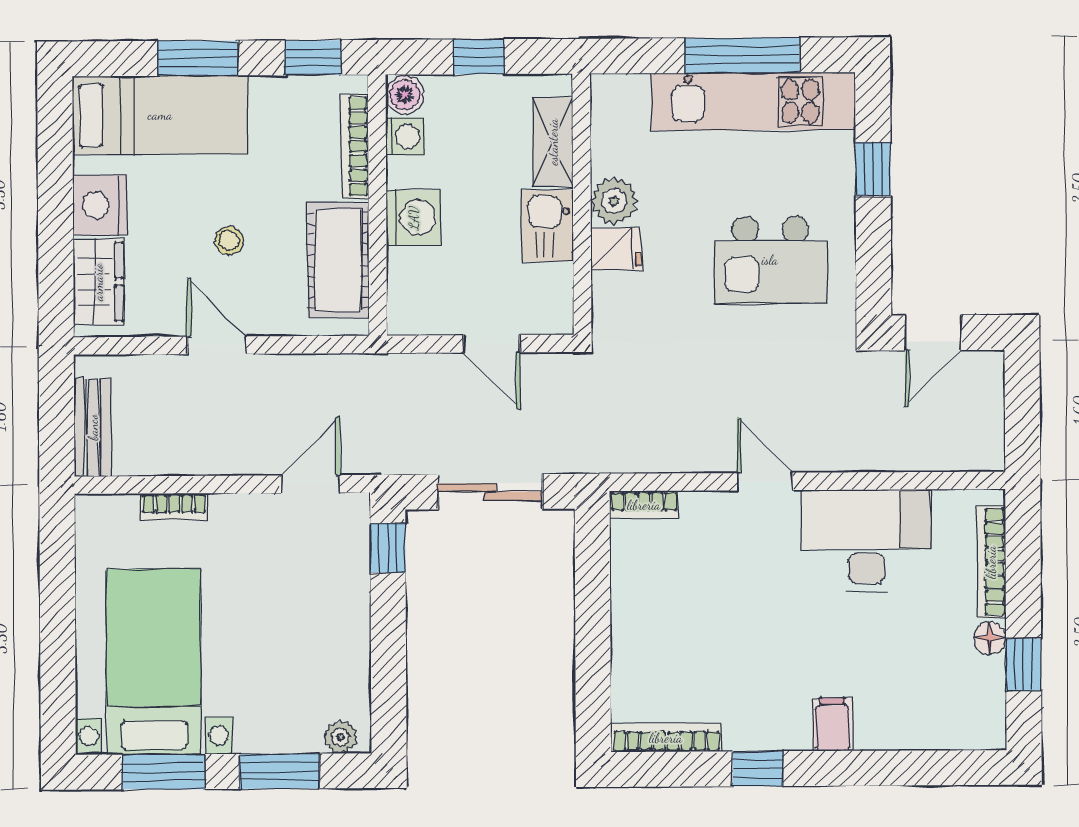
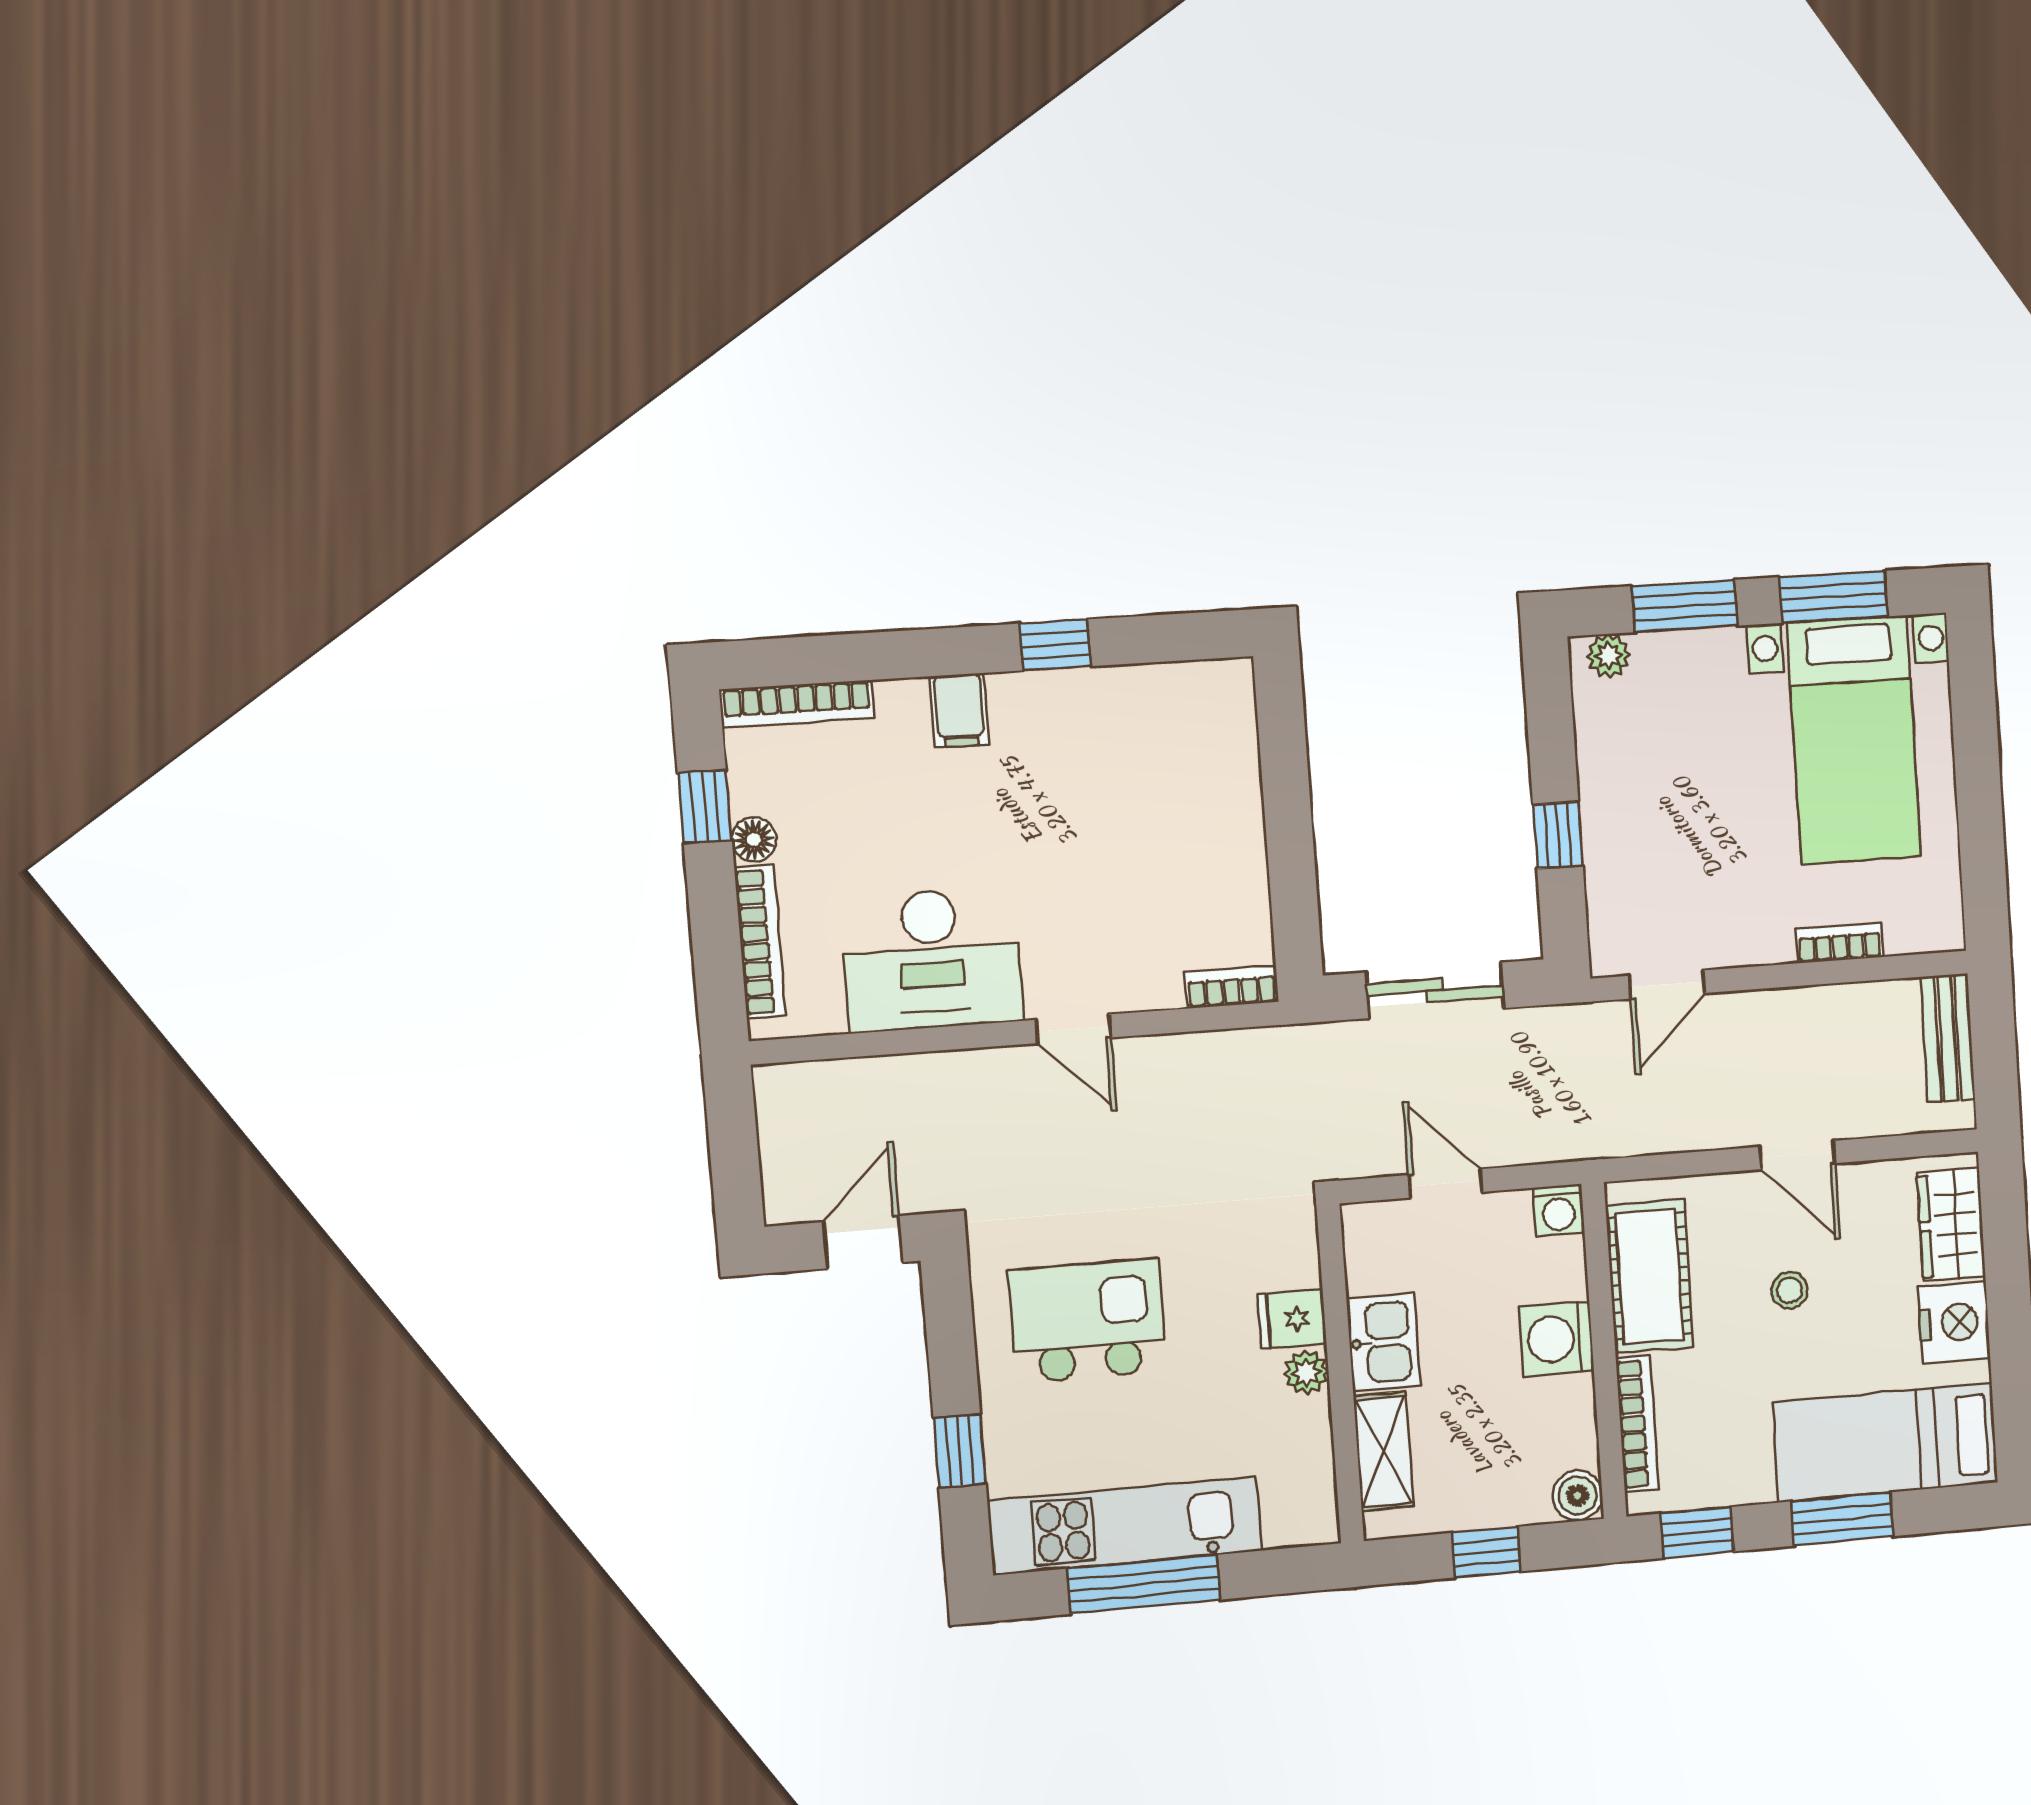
washing machine: (405, 136) -> (1559, 1210), moved, turned -90
plant: (614, 201) -> (1306, 1372), width x0.73, depth x0.73
window: (388, 548) -> (1558, 835), moved
bookcase: (666, 738) -> (797, 704), moved

